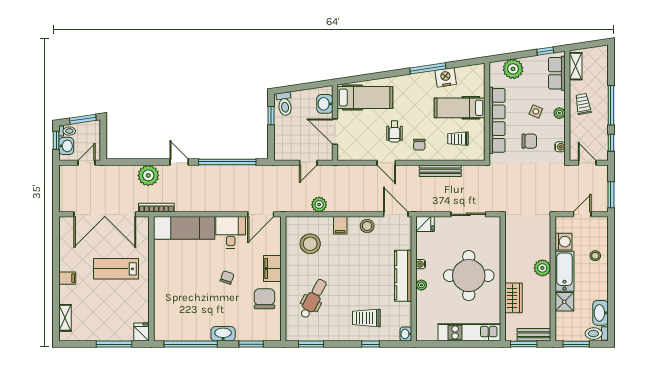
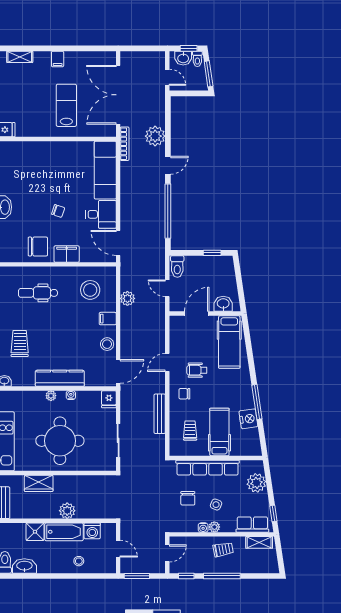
toilet: (285, 104) -> (177, 266), moved, turned -82
water cooler: (560, 147) -> (203, 528), moved
dental chair: (313, 299) -> (38, 293), turned 152

